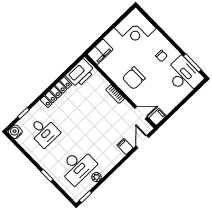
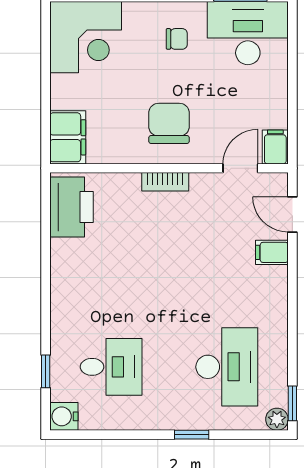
chair: (134, 78) -> (169, 123), turned 180
locker: (56, 92) -> (63, 281), removed
plant: (97, 177) -> (277, 419), moved

